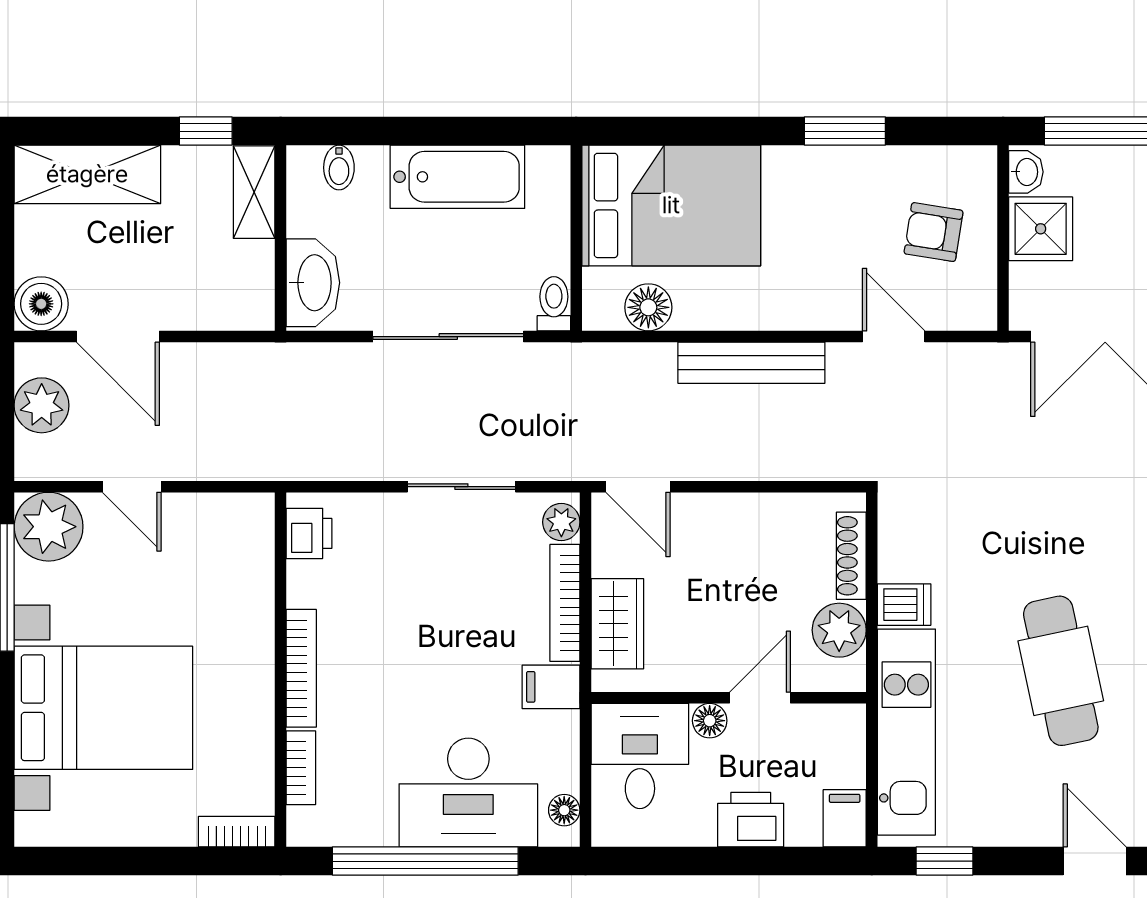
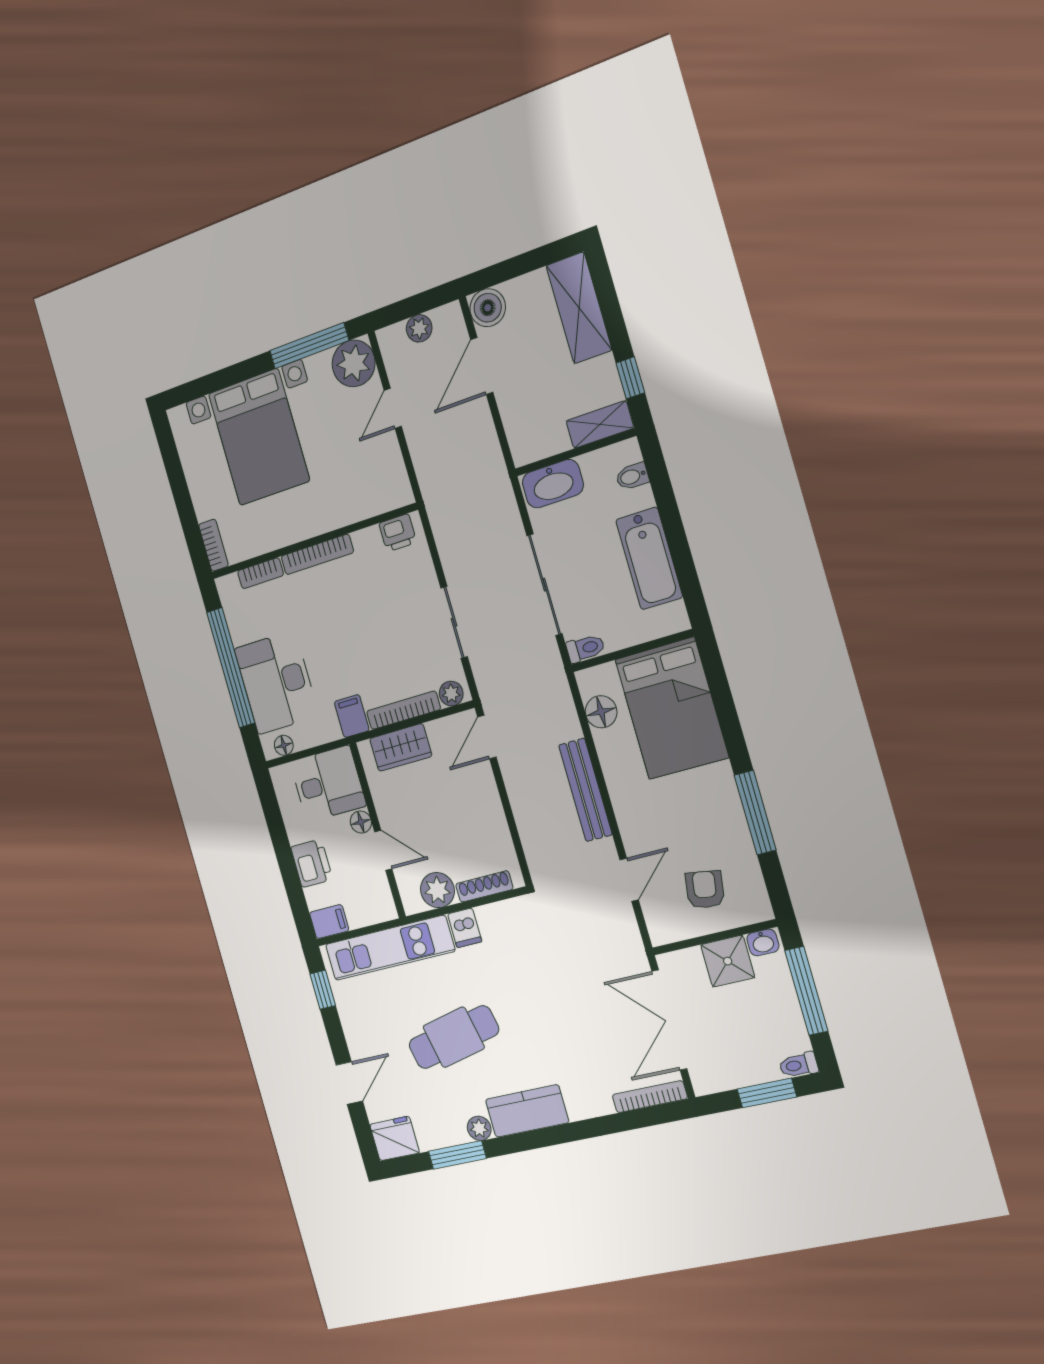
window: (845, 131) -> (755, 813), width x1.44
plant: (42, 405) -> (419, 328), width x0.73, depth x0.73

